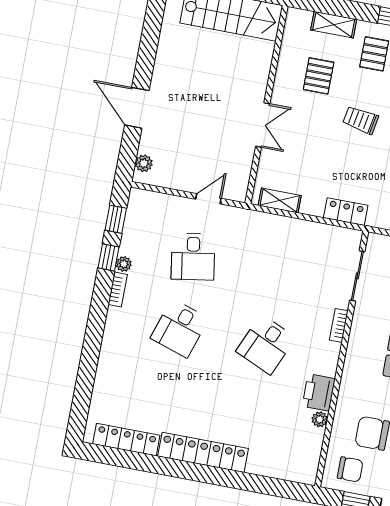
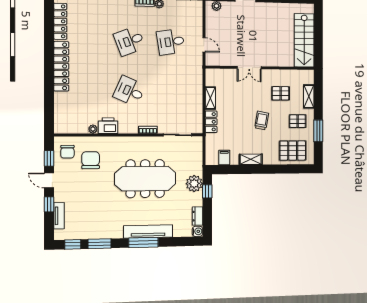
shelving: (280, 200) -> (210, 98), moved
desk: (180, 328) -> (129, 41), turned -39

